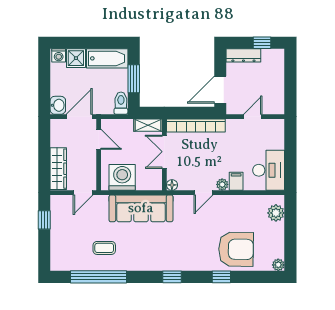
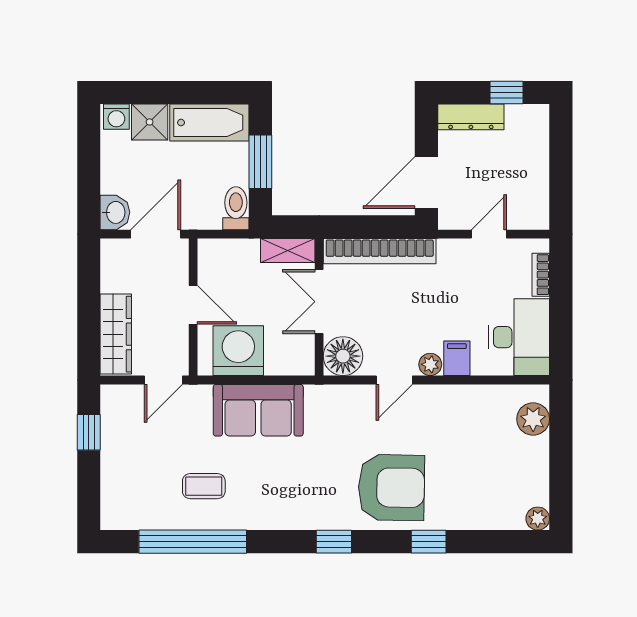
bookcase: (280, 138) -> (541, 275), added
door: (99, 139) -> (193, 305), moved
floor lamp: (172, 185) -> (343, 356), width x1.89, depth x1.89
sofa: (141, 208) -> (258, 410), width x0.73
armchair: (236, 249) -> (391, 487), moved

